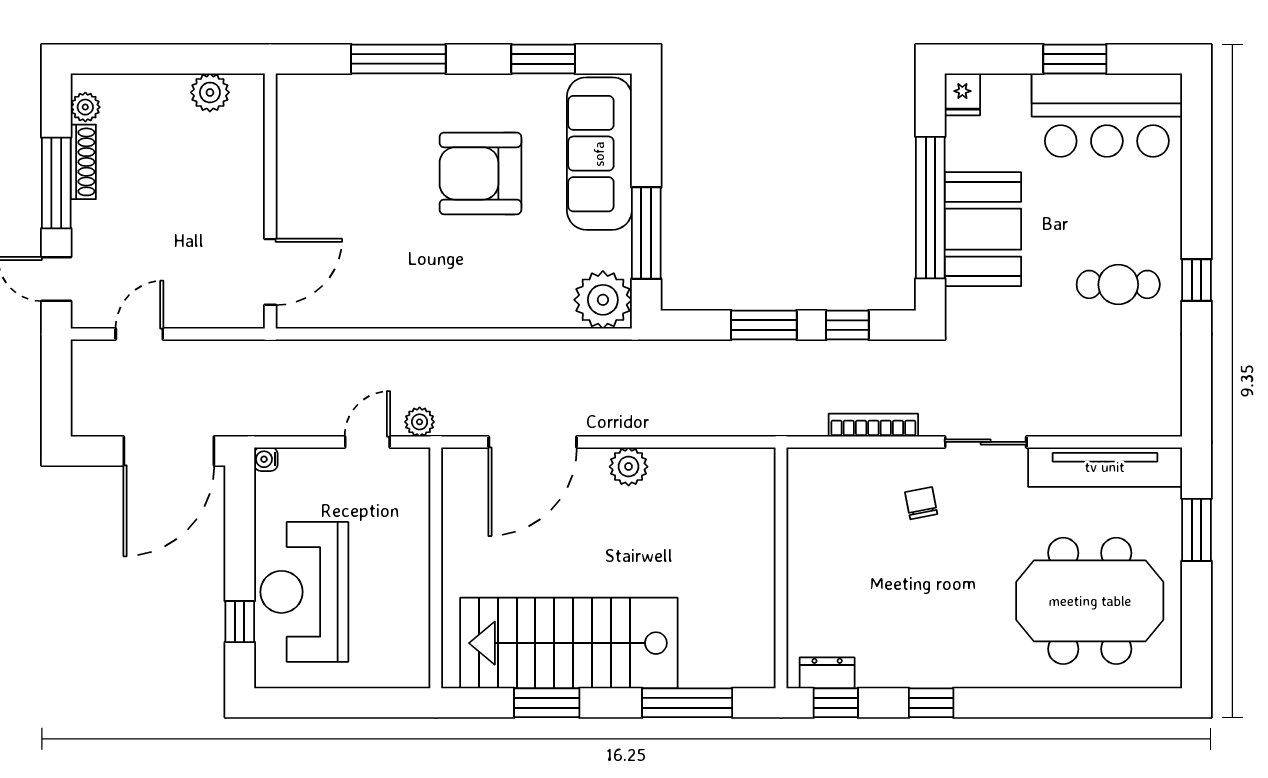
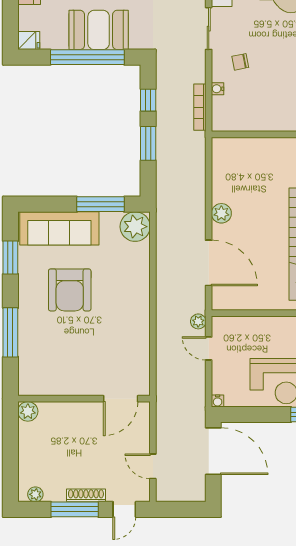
plant: (210, 92) -> (28, 411), moved
shoe rack: (83, 162) -> (86, 495), moved
door: (270, 272) -> (121, 399), swing flipped
bookcase: (873, 425) -> (200, 107), moved
water cooler: (869, 459) -> (218, 89), added

